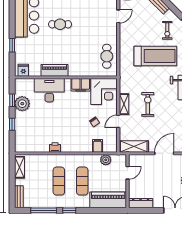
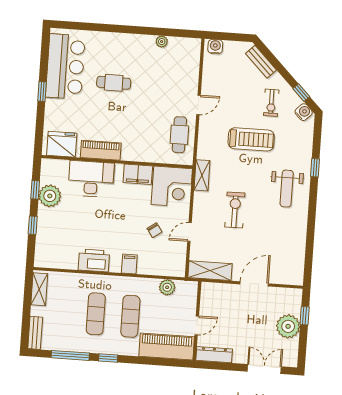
door: (118, 16) -> (198, 105), moved
window: (12, 45) -> (42, 92), moved
treadmill: (155, 56) -> (251, 139), width x0.73, depth x0.73
fridge: (23, 70) -> (62, 144), width x1.88, depth x1.34
shelving: (124, 104) -> (202, 175), moved
filing cabinet: (97, 146) -> (129, 264), moved
printer: (55, 147) -> (94, 260), width x1.87, depth x1.48
door: (127, 173) -> (197, 325), moved

